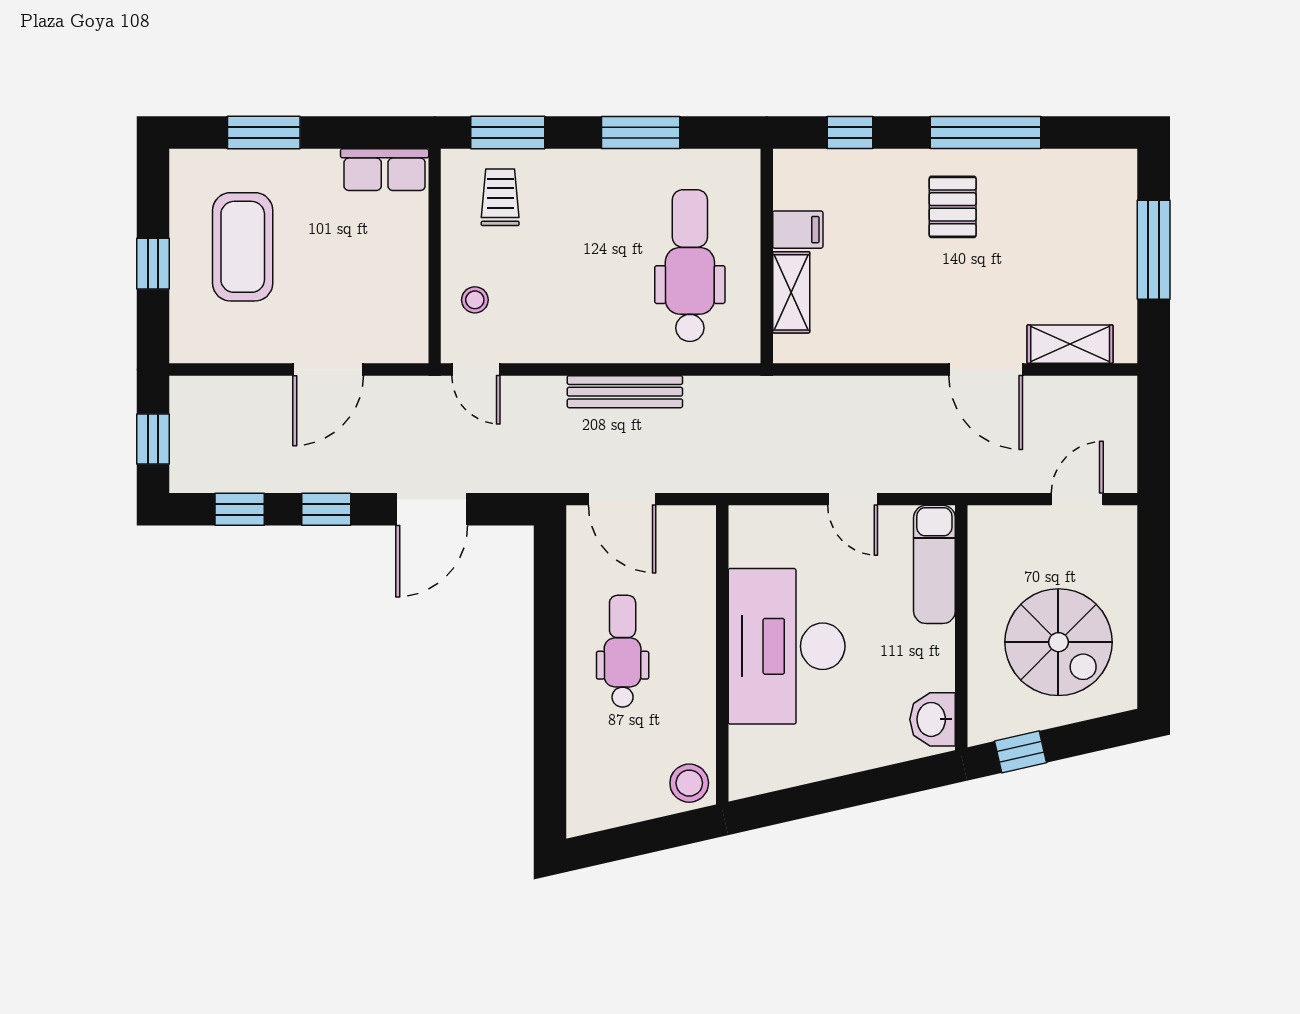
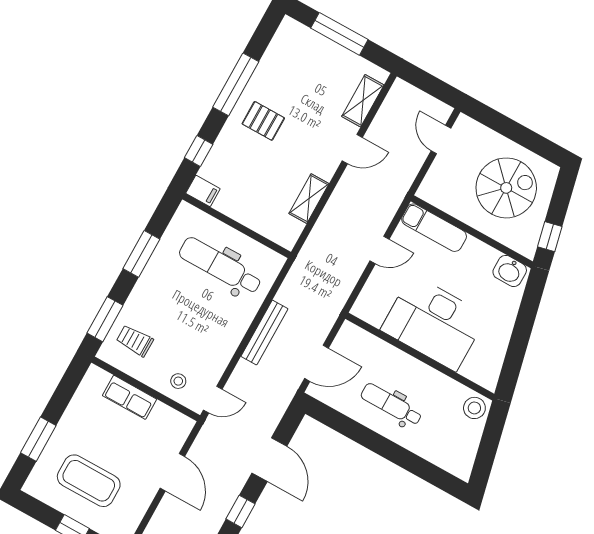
row of seats: (385, 170) -> (130, 397), moved, turned 90
filing cabinet: (798, 230) -> (203, 191), moved, turned 90
shelving: (791, 292) -> (309, 199), moved, turned 90
door: (986, 369) -> (352, 149), width x0.73

